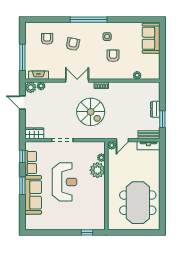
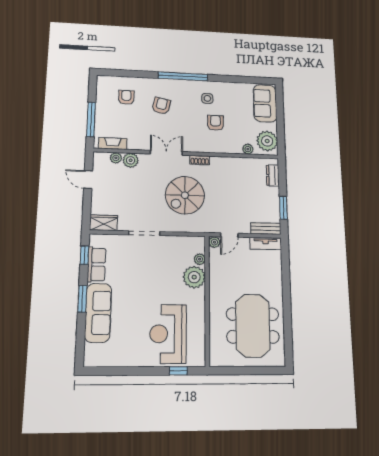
plant: (152, 68) -> (267, 141), added
plant: (31, 87) -> (131, 160), moved
dresser: (155, 109) -> (273, 176), moved
spiral stairs: (91, 112) -> (185, 195), turned 90
reception desk: (65, 182) -> (168, 334), moved, turned 180

